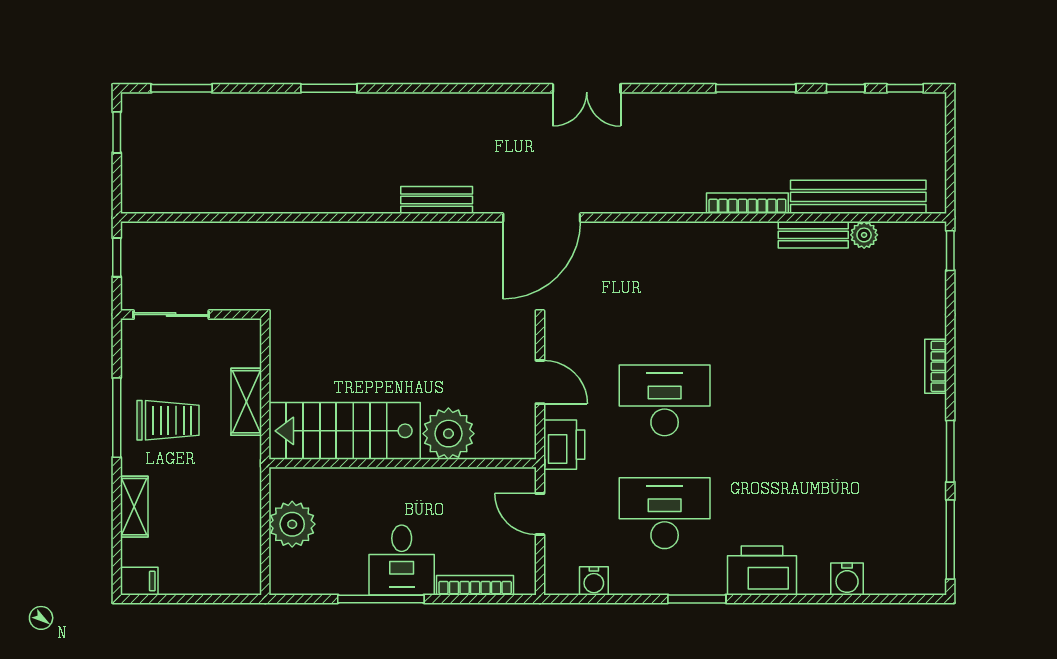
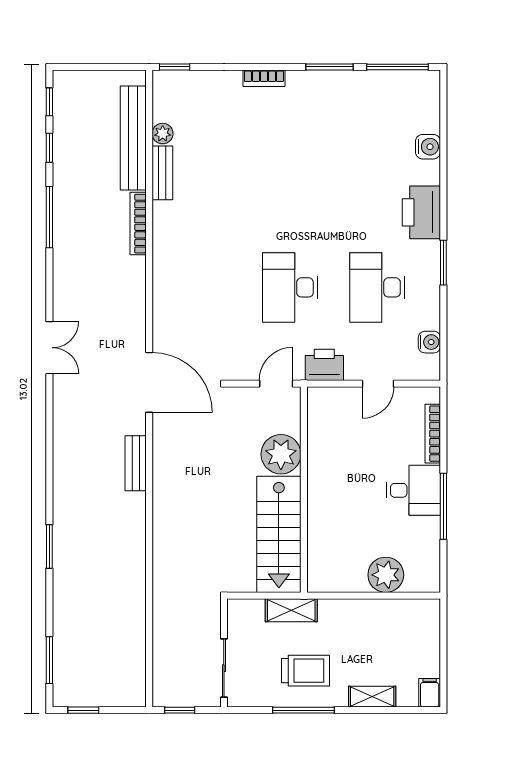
trolley: (168, 420) -> (306, 671), turned 90
stairs: (345, 431) -> (279, 534), moved
plant: (448, 434) -> (281, 454), moved
wall: (403, 463) -> (304, 490), moved

